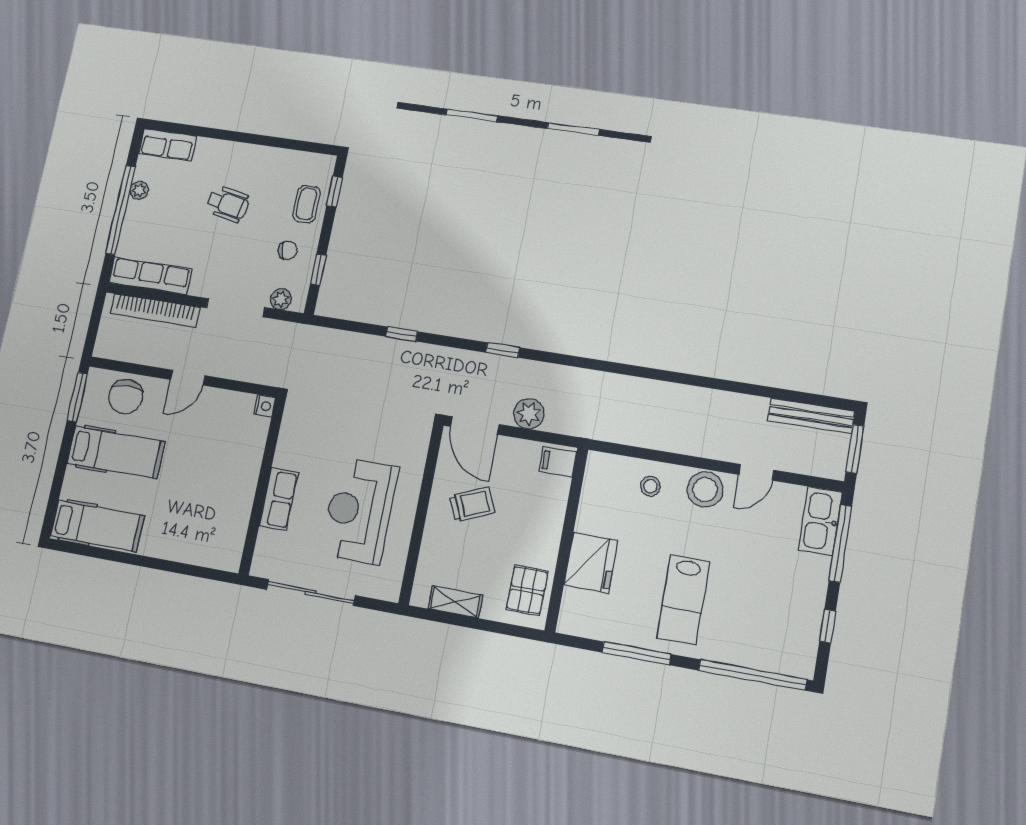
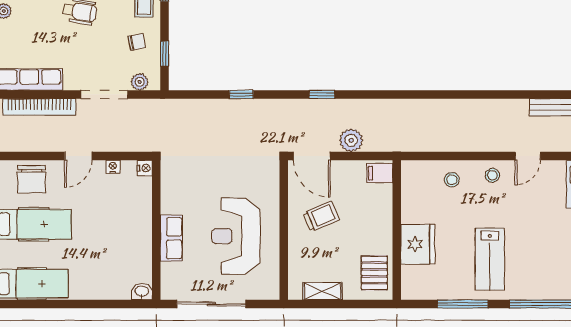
nightstand: (226, 398) -> (113, 167), added
stool: (705, 489) -> (492, 175), width x0.53, depth x0.53
washbasin: (228, 560) -> (142, 292), added

